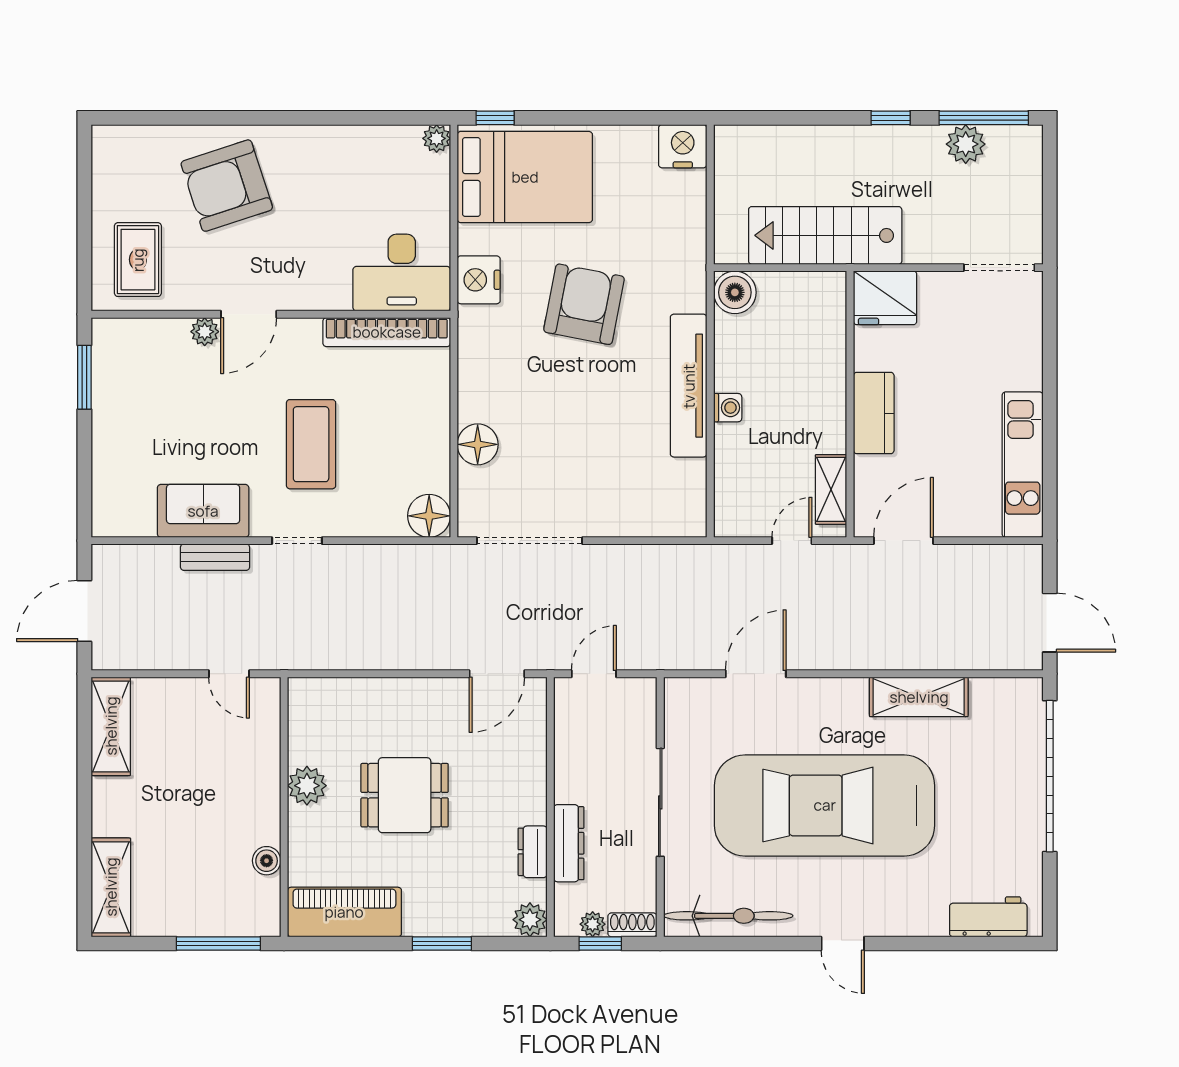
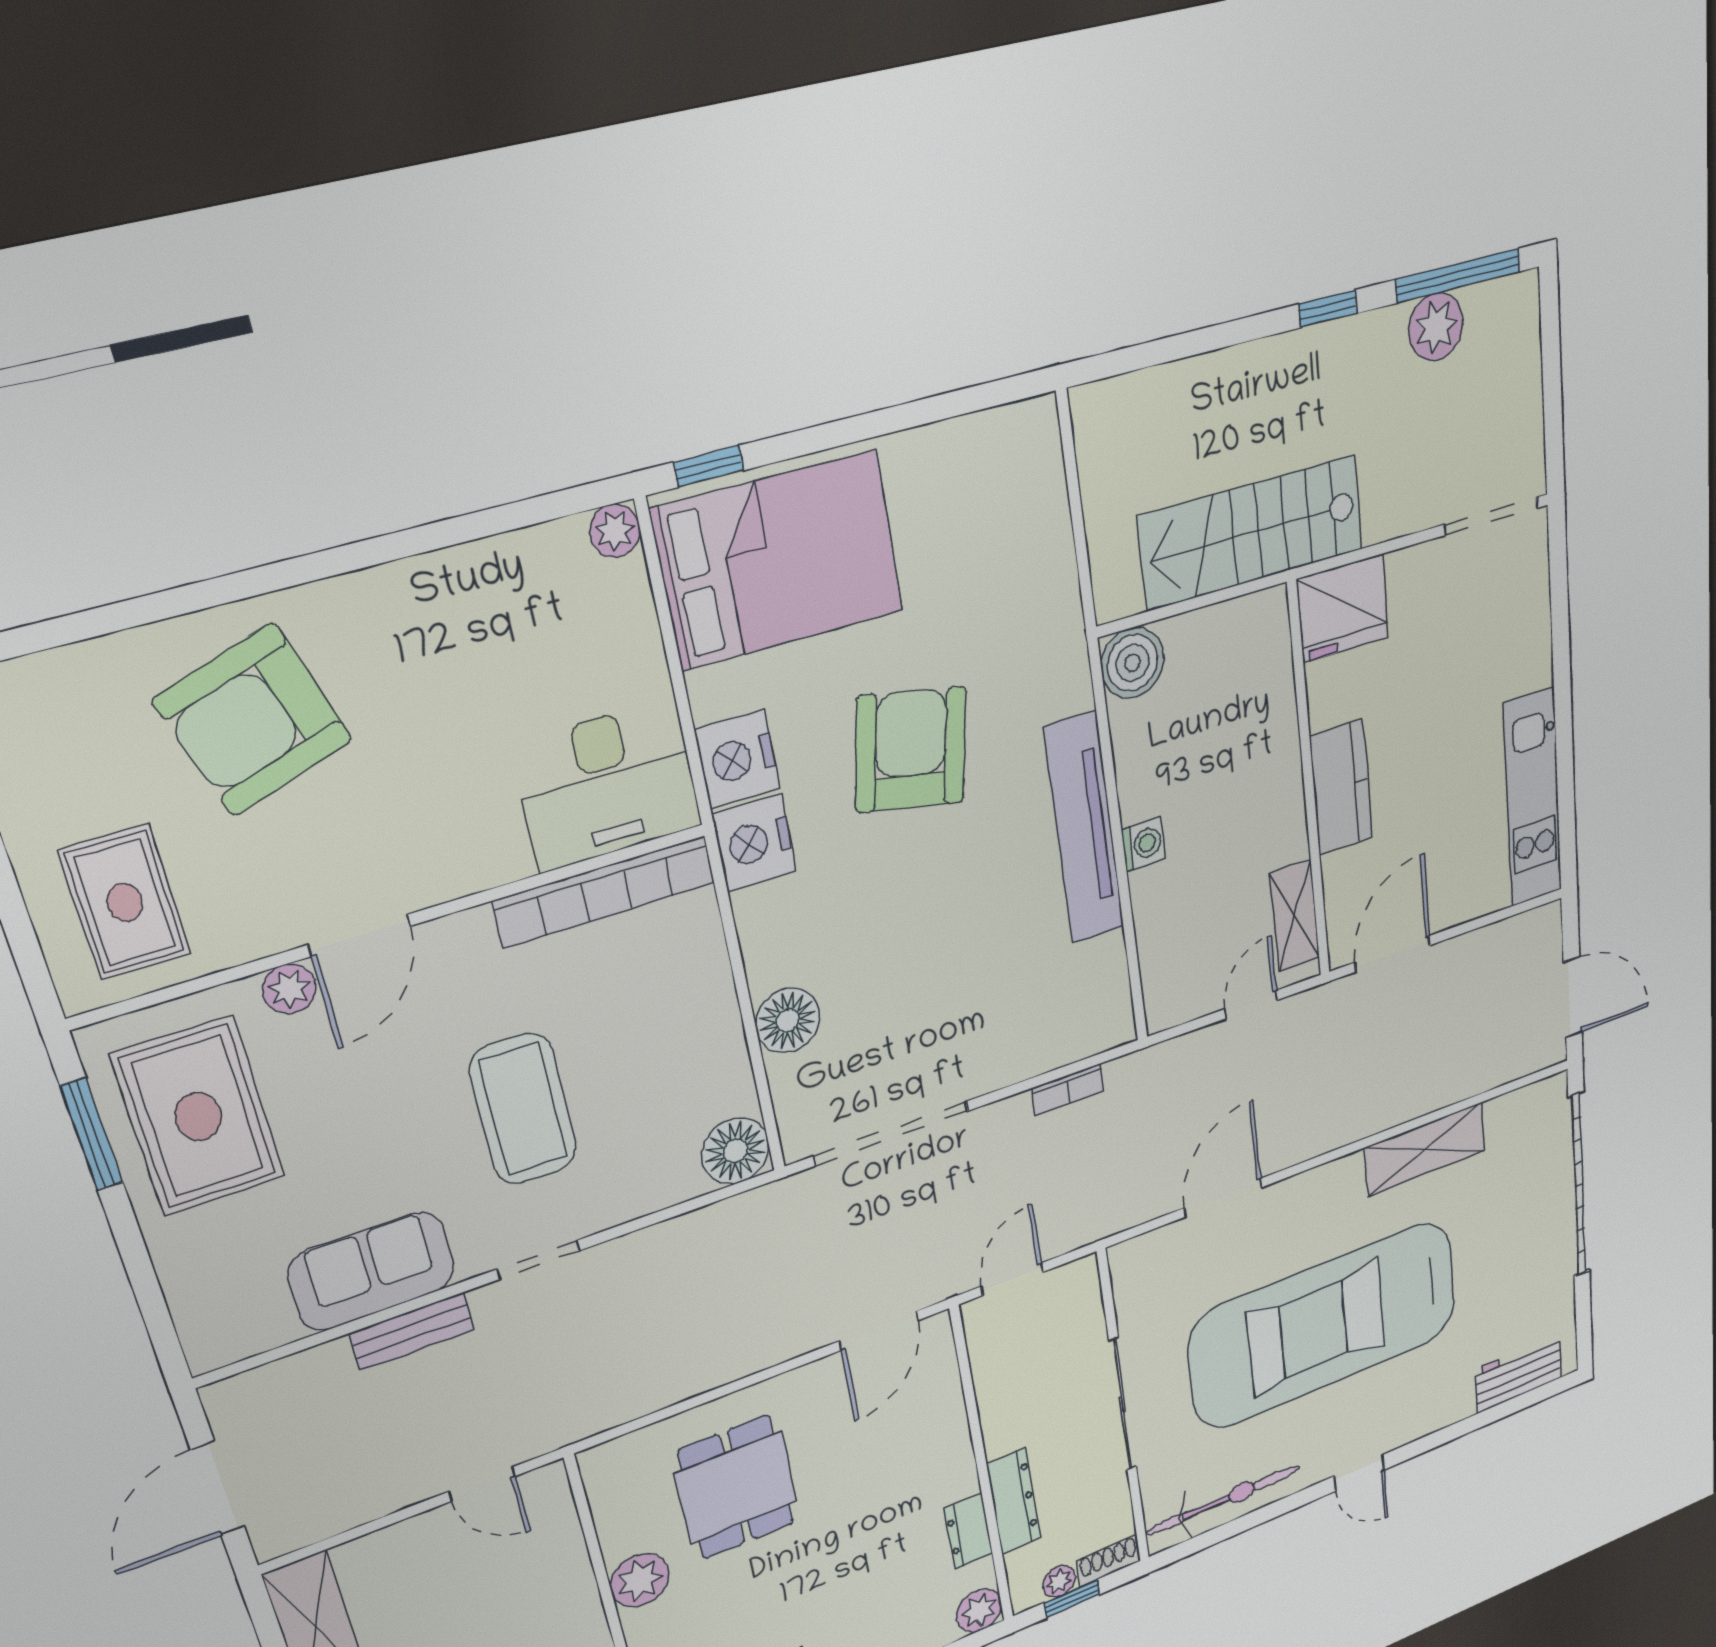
nightstand: (683, 146) -> (754, 843), moved, turned -90
rug: (139, 386) -> (198, 1116), added
bookcase: (653, 554) -> (1068, 1089), added
dining table: (405, 795) -> (736, 1487), moved, turned 90

